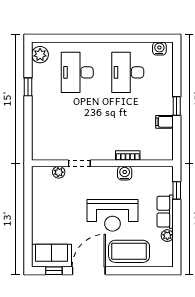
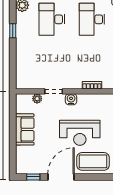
water cooler: (125, 173) -> (71, 99), moved
sofa: (52, 256) -> (25, 129), moved, turned 90

